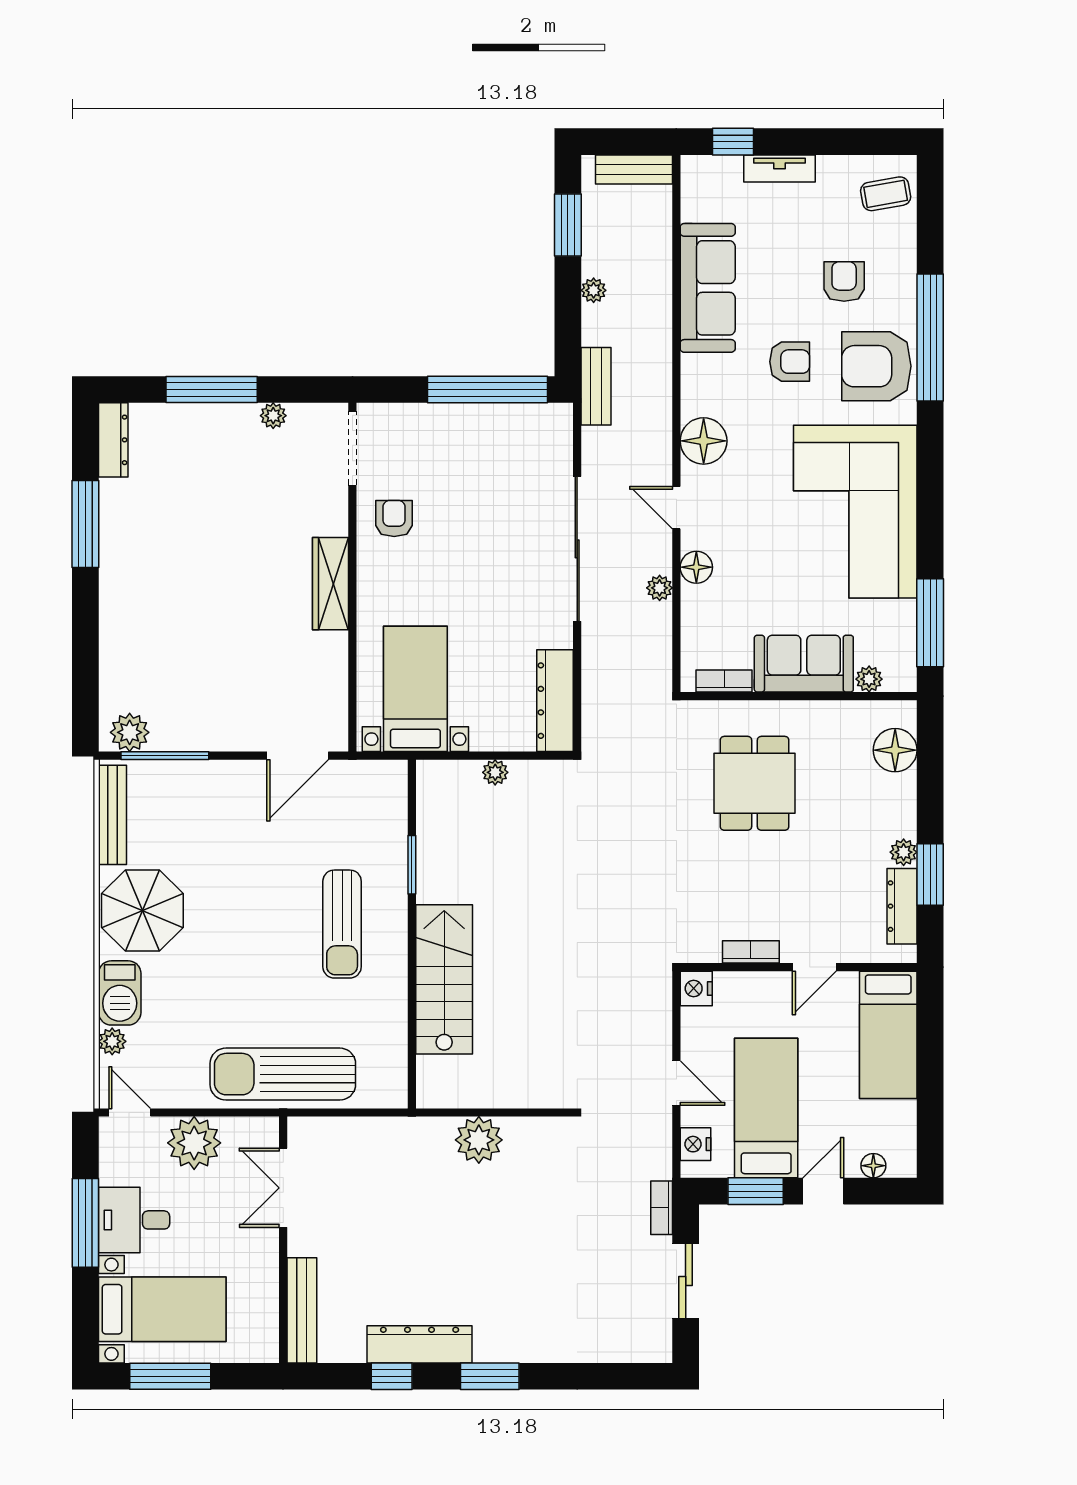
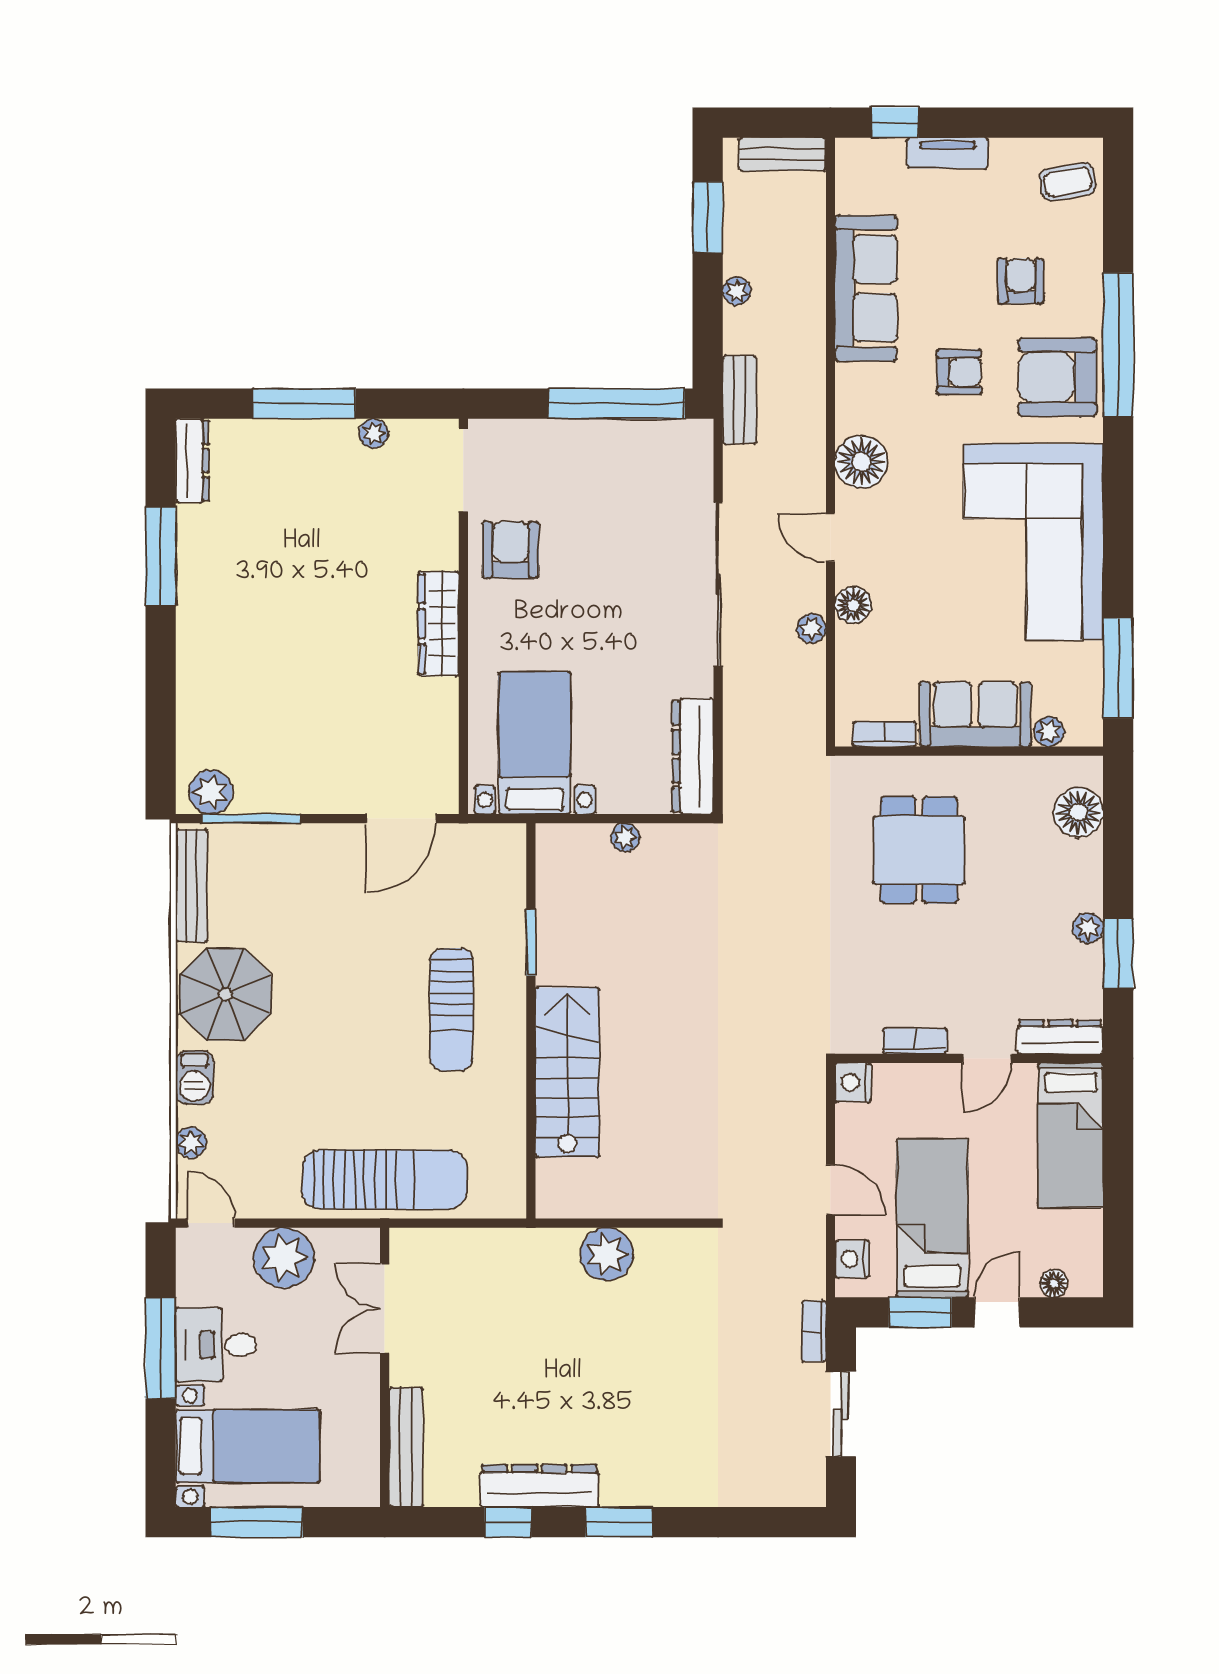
armchair: (394, 518) -> (511, 550), width x1.38, depth x1.38
dresser: (902, 906) -> (1060, 1037), moved, turned 90
barbecue: (120, 993) -> (195, 1078), width x0.73, depth x0.79
sun lounger: (283, 1074) -> (384, 1180), turned 180

